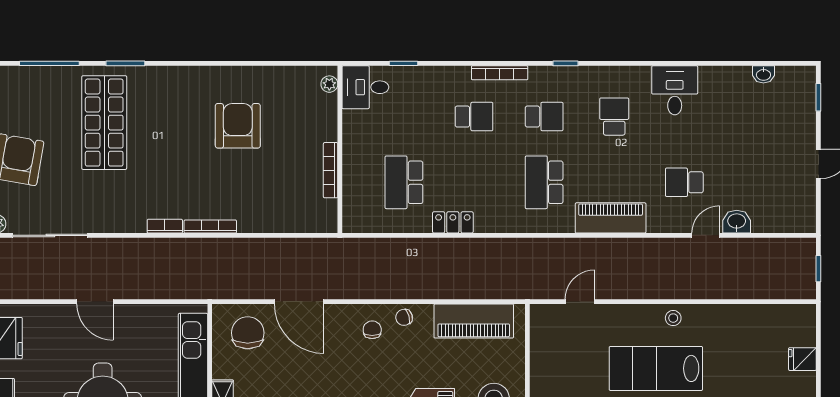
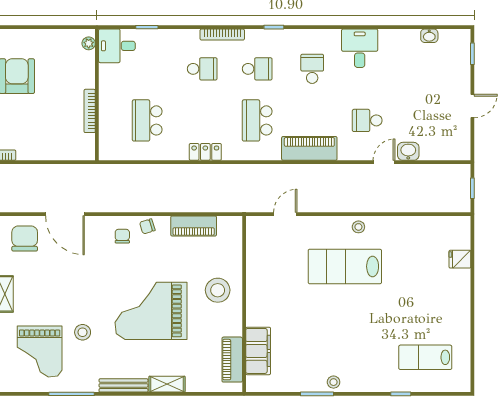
locker: (453, 222) -> (205, 152), moved
piano: (474, 321) -> (194, 226), width x0.73, depth x0.75

